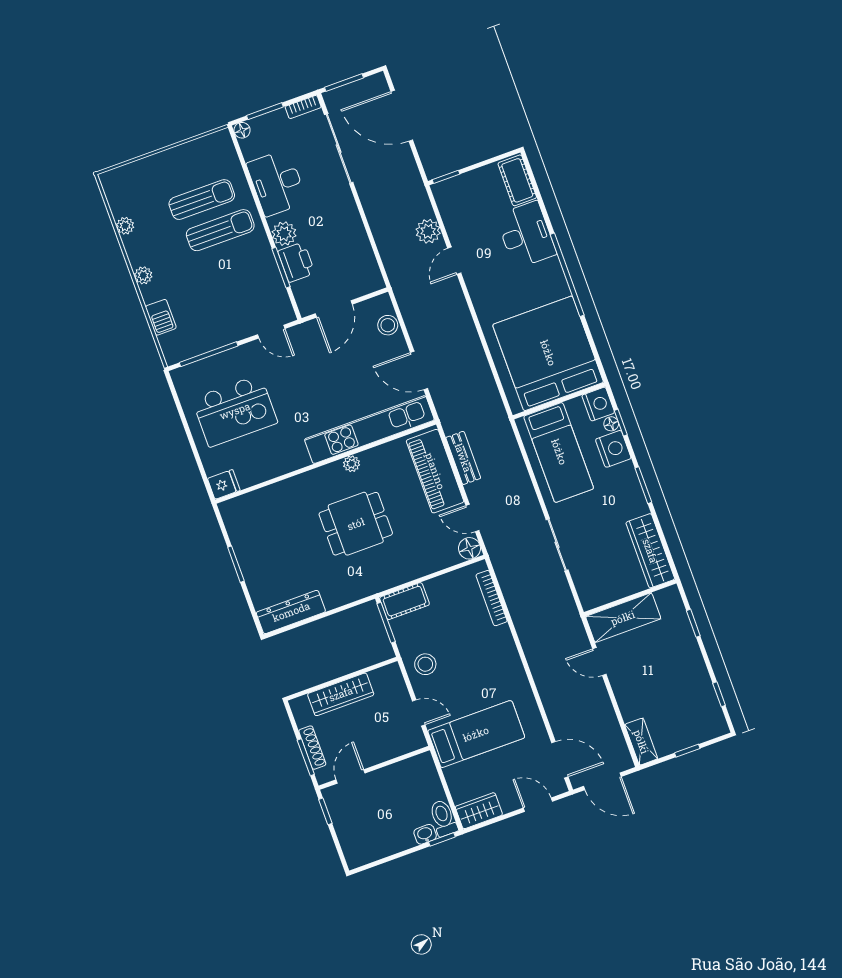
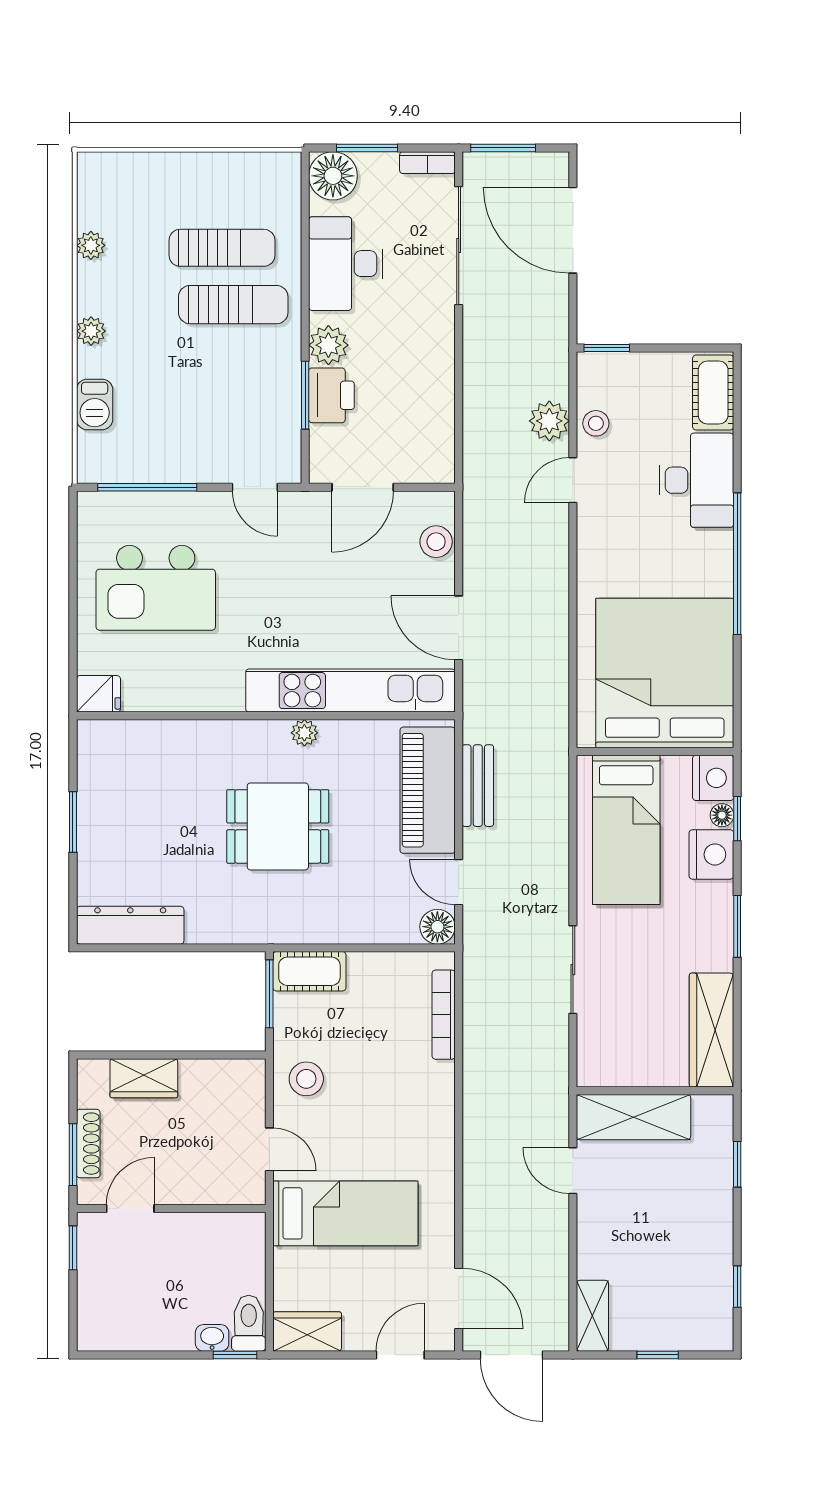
floor lamp: (242, 130) -> (333, 176), width x1.89, depth x1.89
stool: (456, 223) -> (596, 423), added
wardrobe: (341, 694) -> (144, 1078), width x0.67
door: (538, 805) -> (400, 1355), hinge flipped

